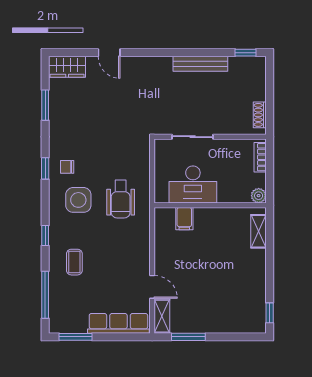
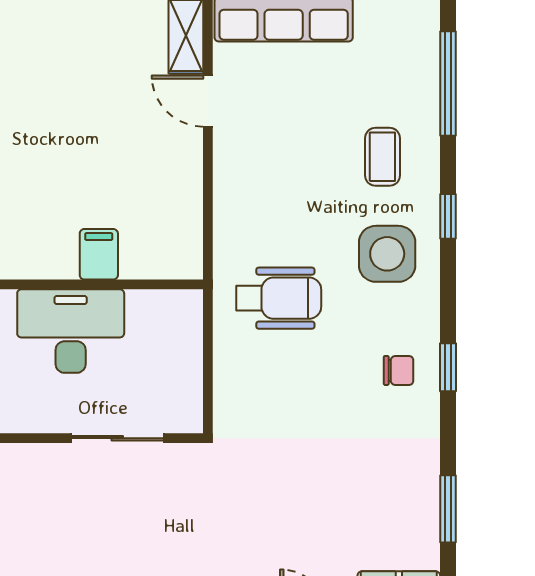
desk: (193, 184) -> (71, 331), moved
wheelchair: (121, 199) -> (279, 298), turned 90
side table: (78, 200) -> (387, 254), moved
filing cabinet: (184, 219) -> (99, 254), moved

